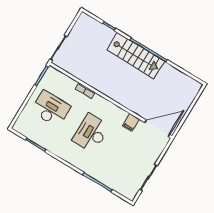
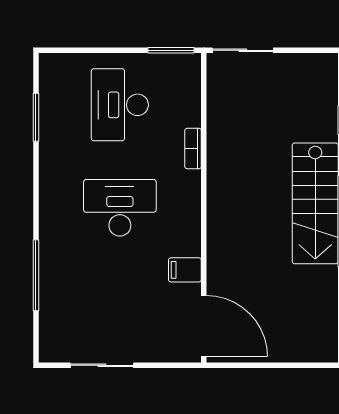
desk: (51, 109) -> (120, 105), turned 180

